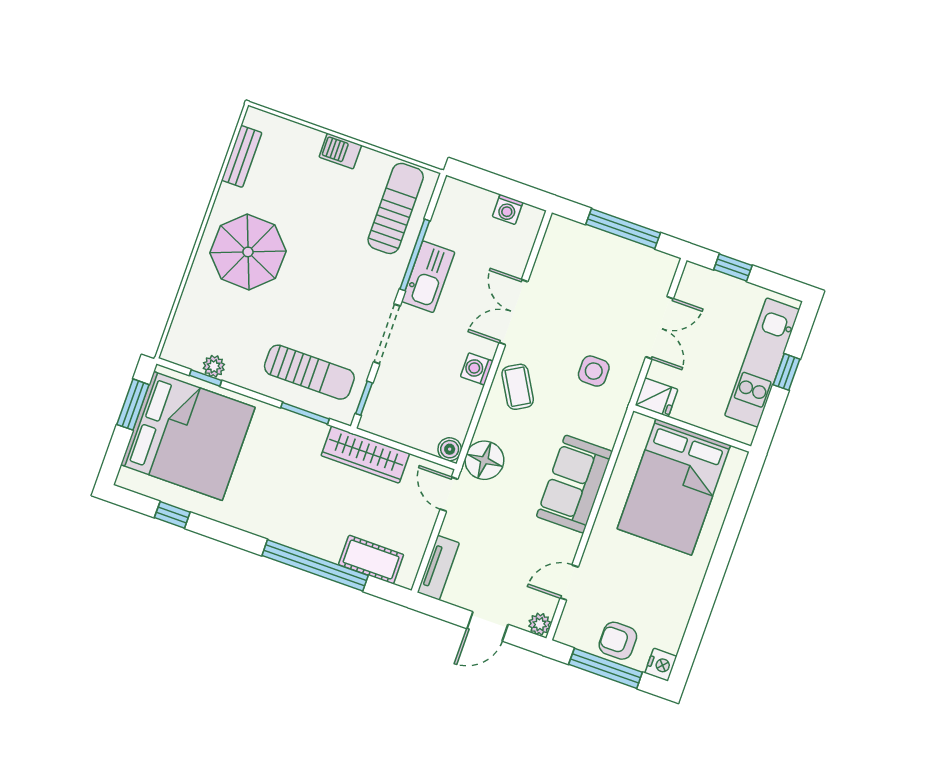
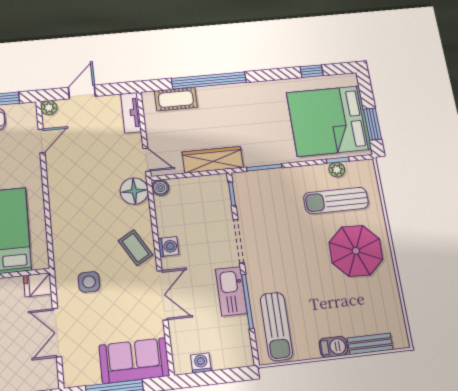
bench: (242, 156) -> (370, 344), moved, turned 90
sun lounger: (309, 372) -> (336, 200), moved
sofa: (574, 484) -> (134, 360), moved, turned -90

